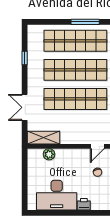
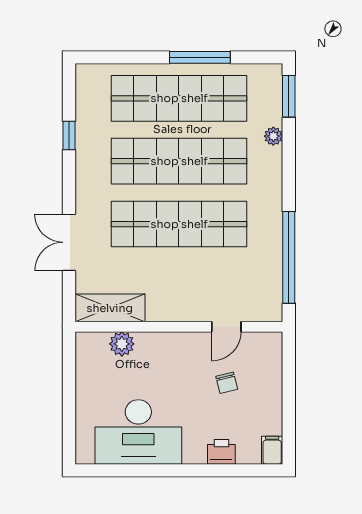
printer: (84, 204) -> (221, 452), moved

